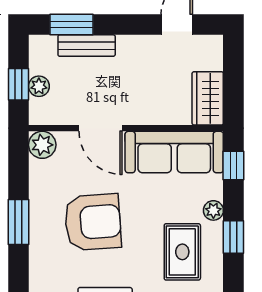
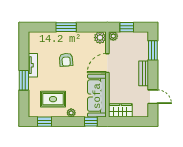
bench: (87, 46) -> (144, 73), moved
plant: (39, 86) -> (113, 36), moved
armchair: (93, 222) -> (66, 60), width x0.53, depth x0.53
window: (233, 237) -> (44, 122), moved

